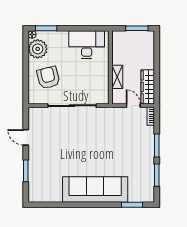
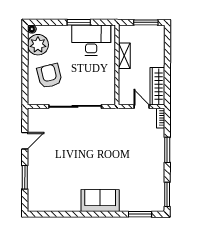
window: (46, 28) -> (79, 22), moved
shelving: (117, 77) -> (124, 56), moved
door: (26, 137) -> (25, 141), swing flipped
window: (157, 175) -> (167, 194), moved
sofa: (95, 189) -> (100, 200), width x0.54, depth x0.79

